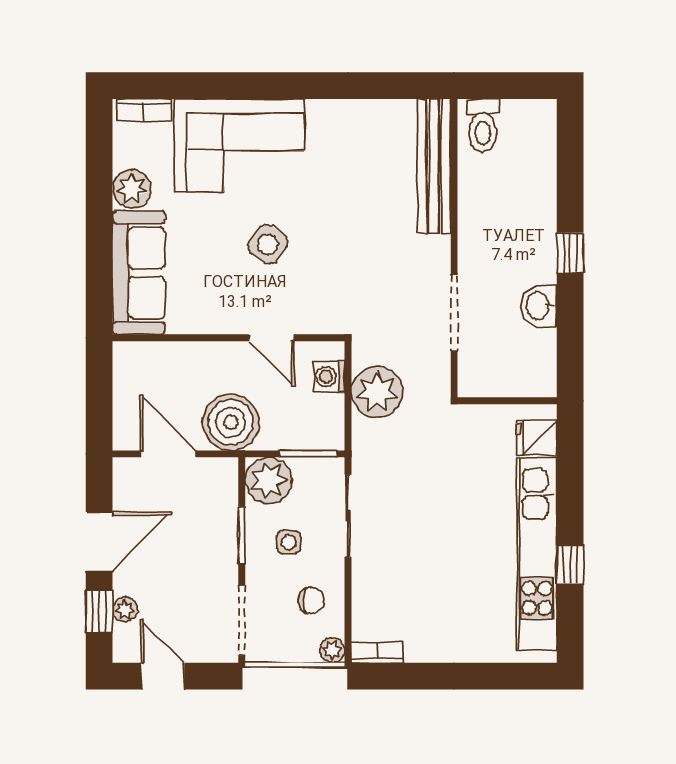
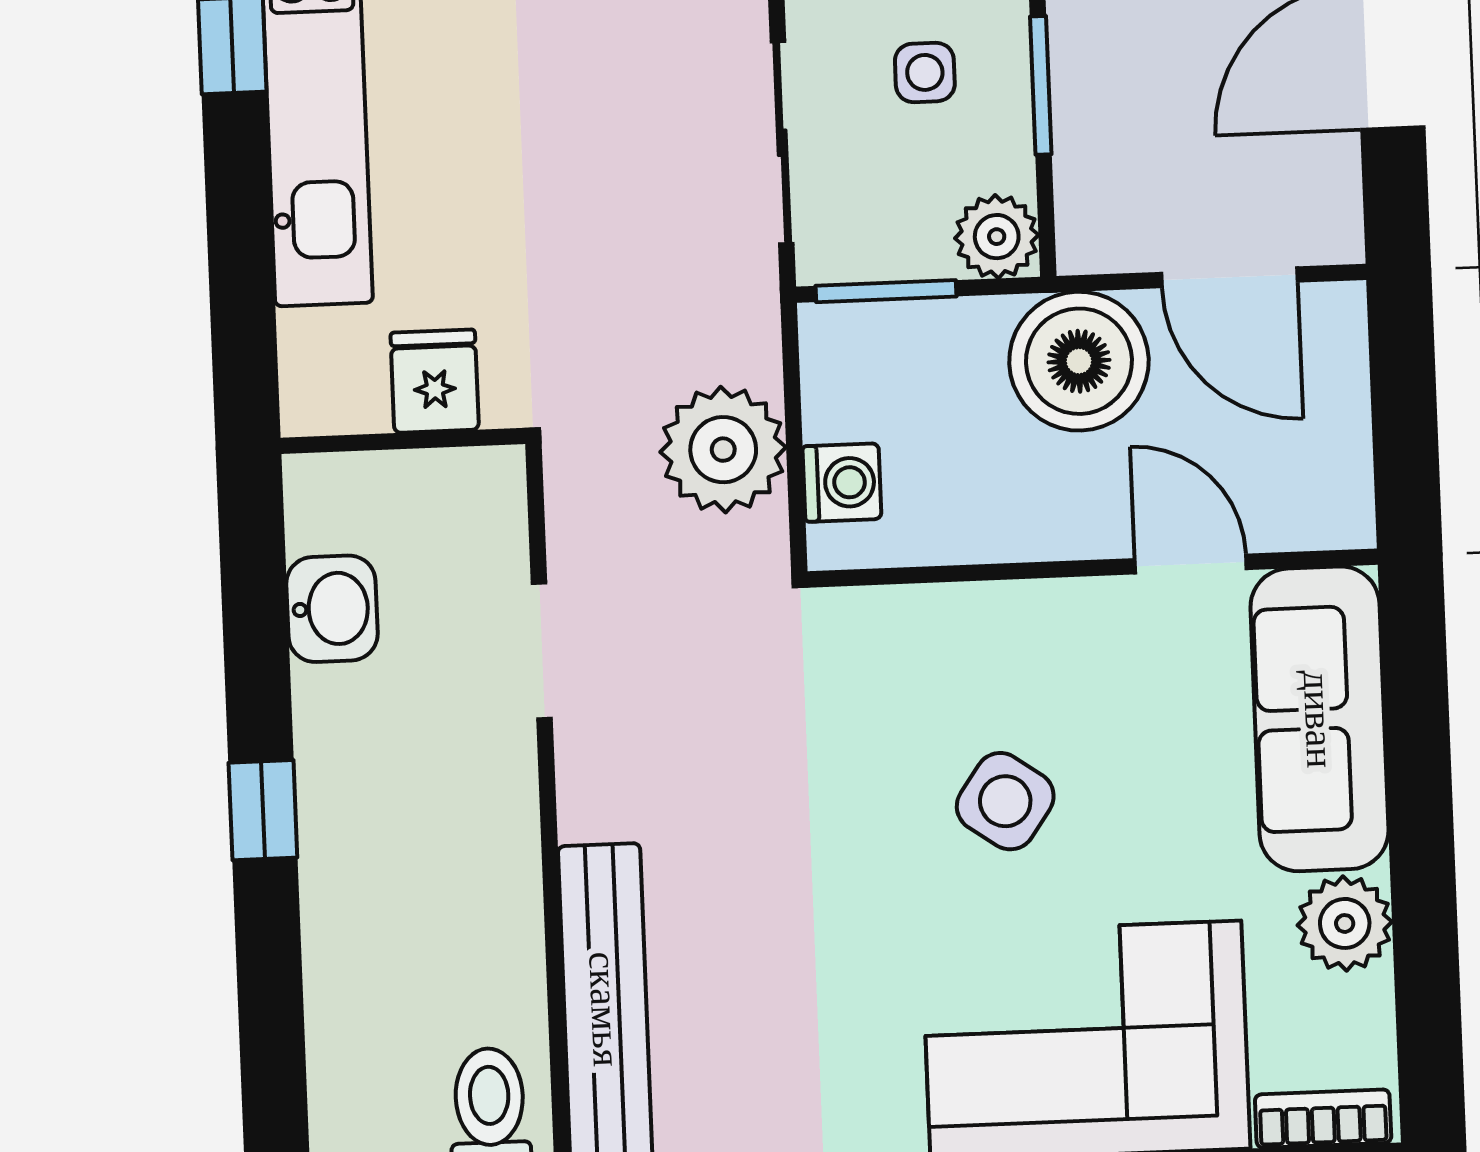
washbasin: (539, 306) -> (332, 609), moved
doorway: (454, 313) -> (542, 651), width x0.73
door: (272, 338) -> (1191, 564), moved
fridge: (536, 438) -> (435, 381), moved, turned -90
plant: (268, 480) -> (997, 237), width x0.73, depth x0.73

